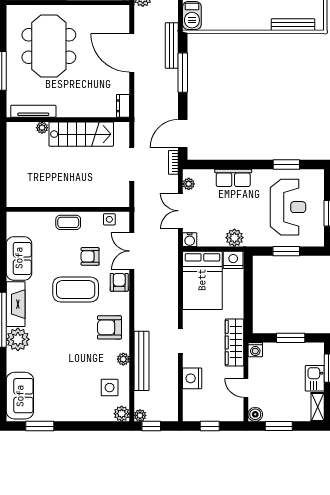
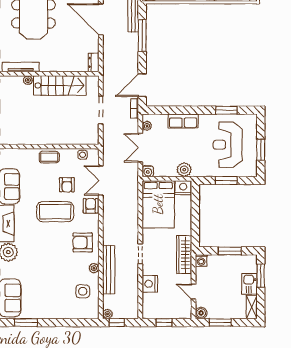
reception desk: (288, 207) -> (228, 145), turned 180
armchair: (90, 256) -> (67, 185), turned -90
plant: (122, 414) -> (93, 312), removed

